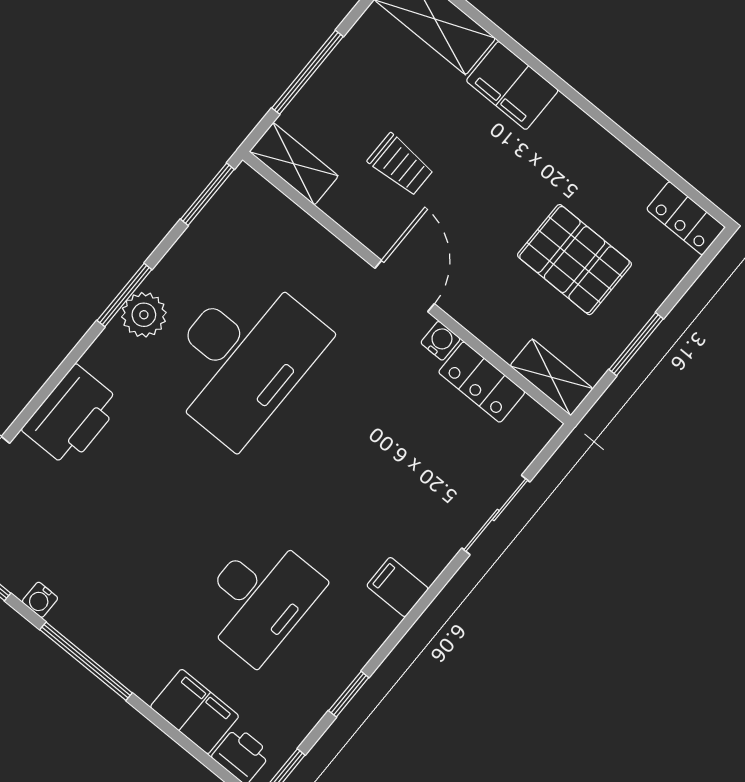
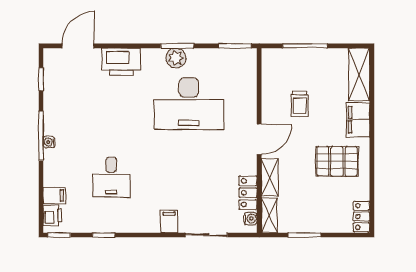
shelving: (294, 164) -> (270, 177), moved
pallet: (575, 260) -> (337, 161), moved, turned 90
water cooler: (440, 341) -> (251, 219), moved
filing cabinet: (398, 587) -> (169, 222), moved
desk: (259, 598) -> (111, 177), width x0.73
water cooler: (40, 600) -> (49, 142), moved
filing cabinet: (195, 712) -> (54, 195), width x0.50

